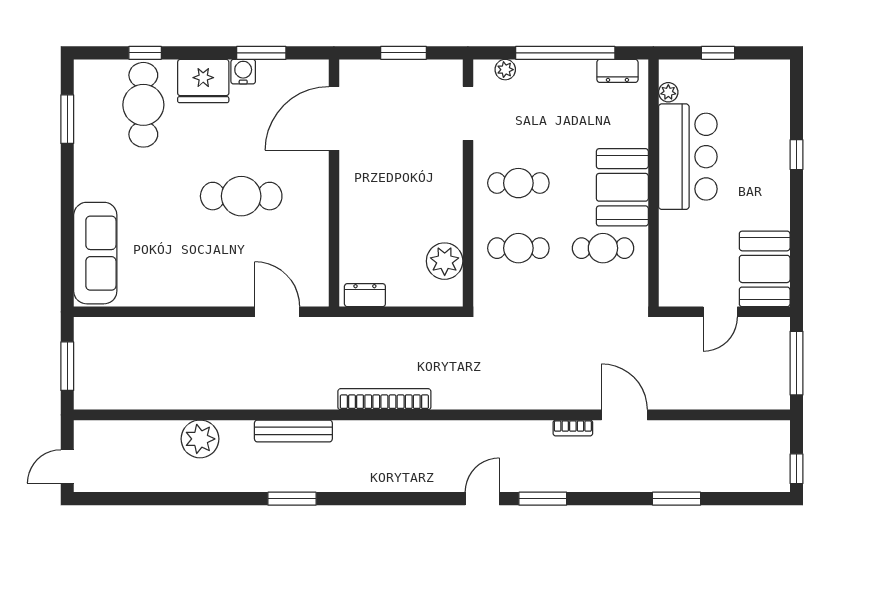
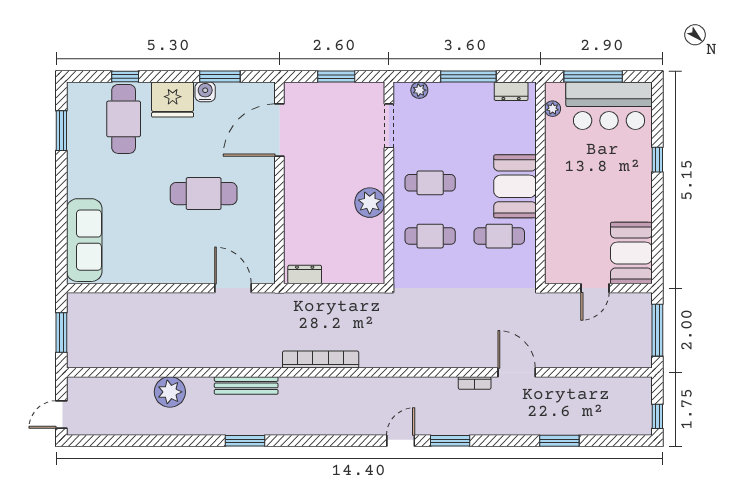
window: (565, 53) -> (468, 77), width x0.68
window: (718, 53) -> (593, 77), width x2.17
bar counter: (688, 157) -> (609, 106), moved, turned 90
plant: (445, 261) -> (370, 203), moved

